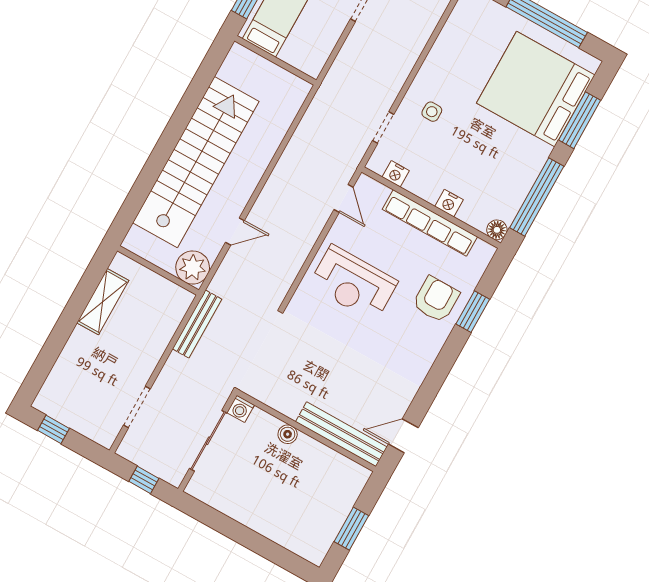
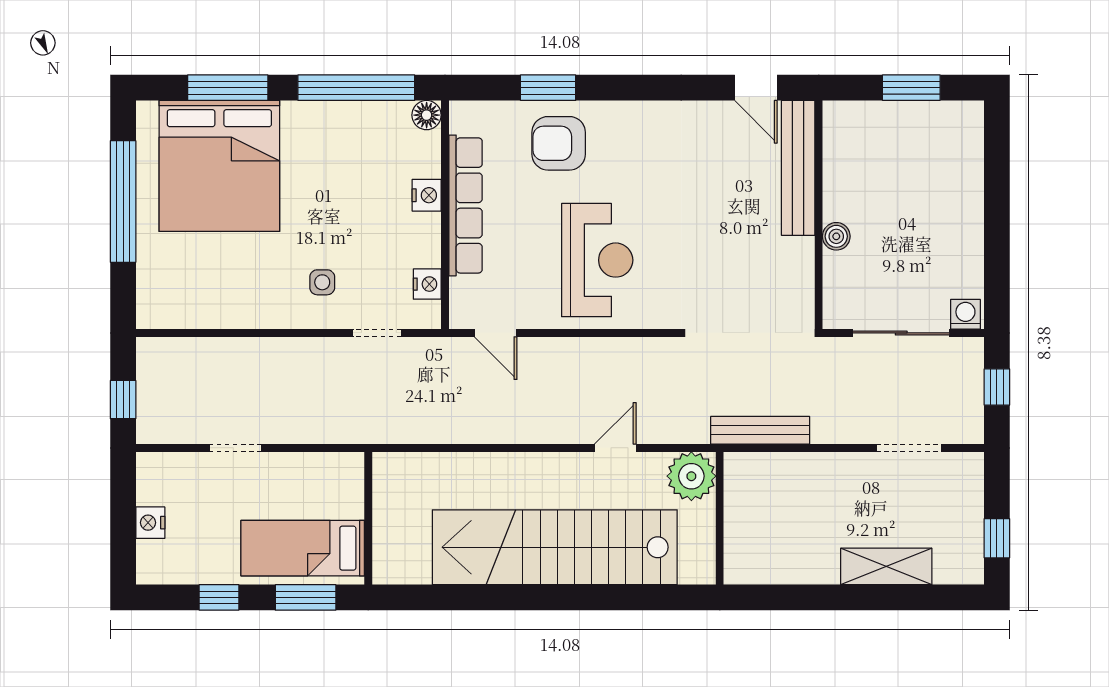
door: (344, 198) -> (496, 333), swing flipped
door: (235, 231) -> (615, 448), hinge flipped
shelving: (103, 302) -> (886, 566), moved
washing machine: (241, 409) -> (965, 314), moved, turned -90

